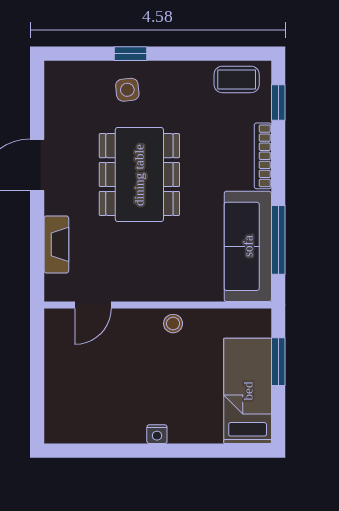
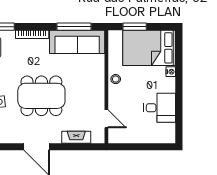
bed: (248, 391) -> (149, 48), width x1.50
desk: (115, 412) -> (160, 108), added
nightstand: (157, 434) -> (171, 72), moved

